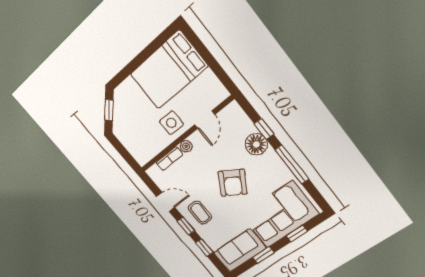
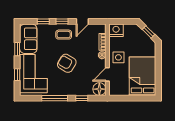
door: (205, 120) -> (107, 74), hinge flipped
floor lamp: (256, 144) -> (99, 89), moved
nightstand: (142, 153) -> (116, 30), added

